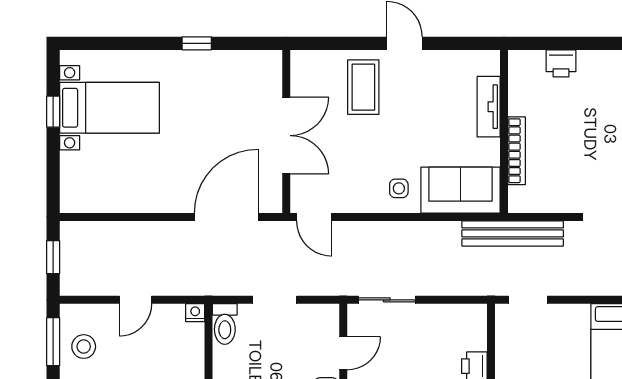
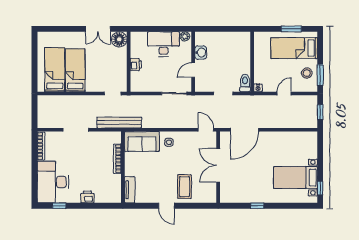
printer: (561, 63) -> (87, 197), moved
tv unit: (489, 107) -> (130, 190), moved
window: (53, 112) -> (320, 188), moved

